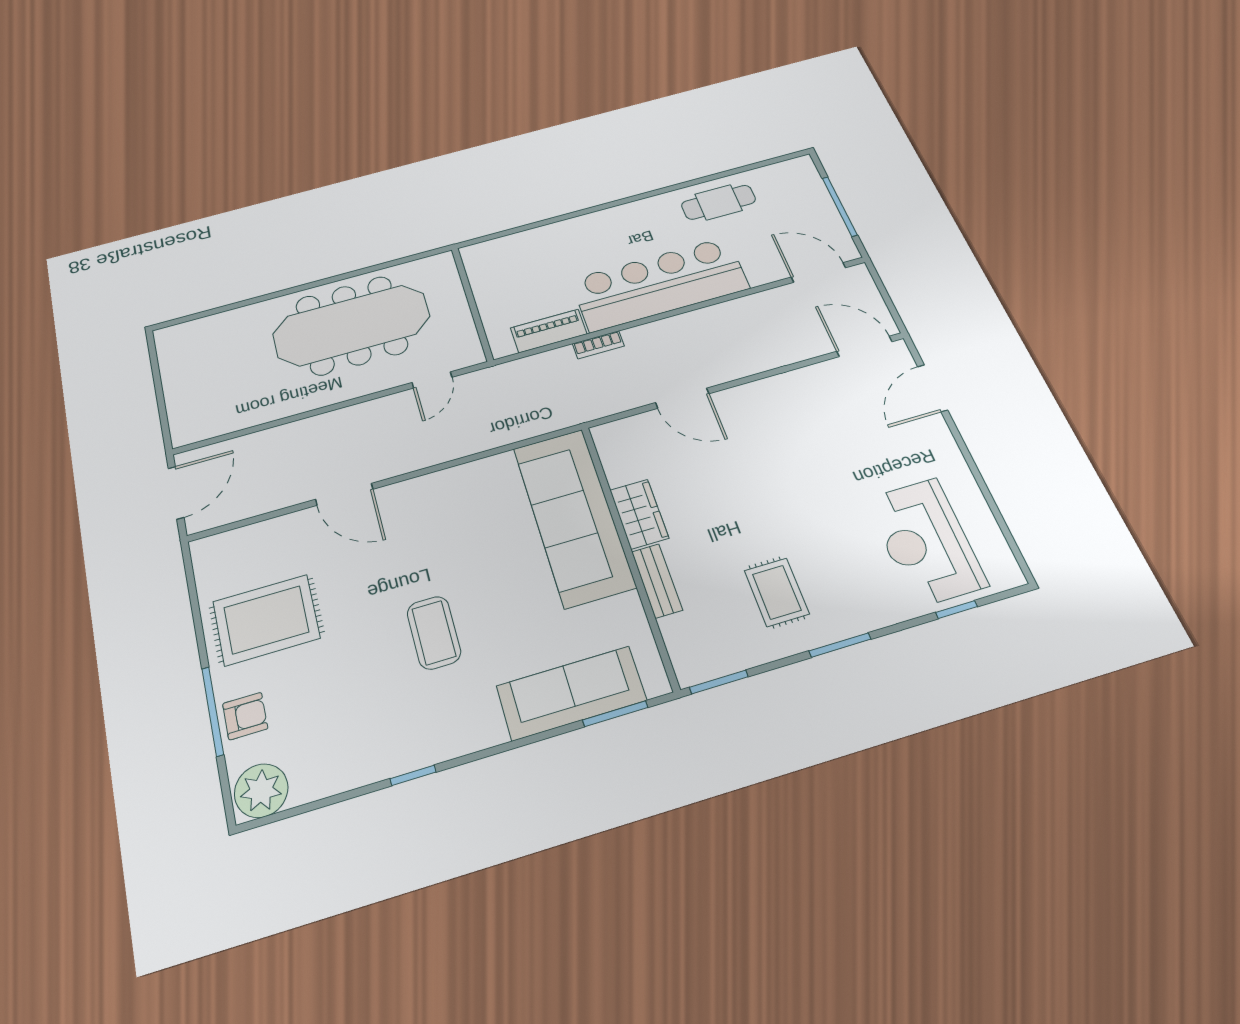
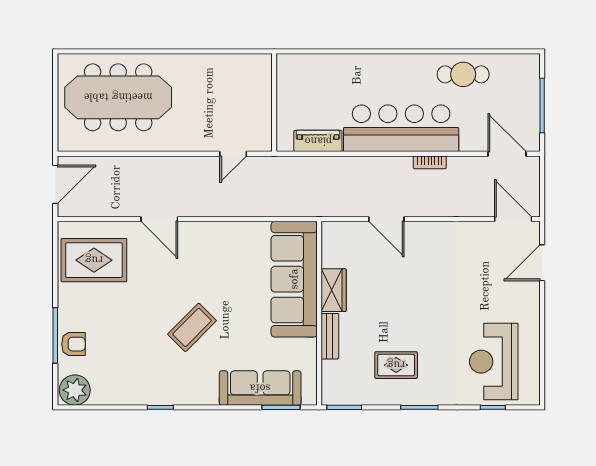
meeting table: (351, 325) -> (118, 97), moved
bookcase: (598, 345) -> (430, 162), moved
rug: (777, 592) -> (396, 365), turned 90
rug: (266, 620) -> (94, 260), moved
coffee table: (434, 633) -> (192, 327), turned 45

